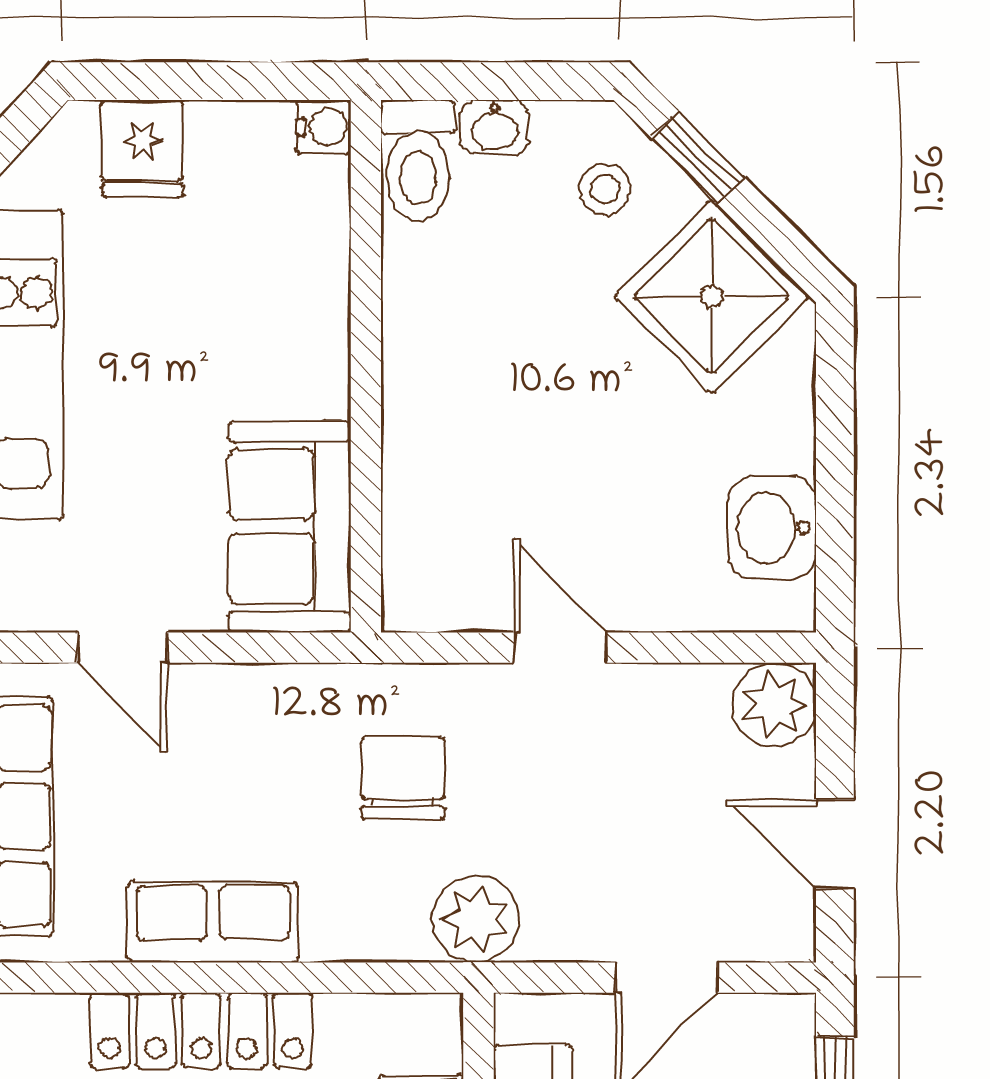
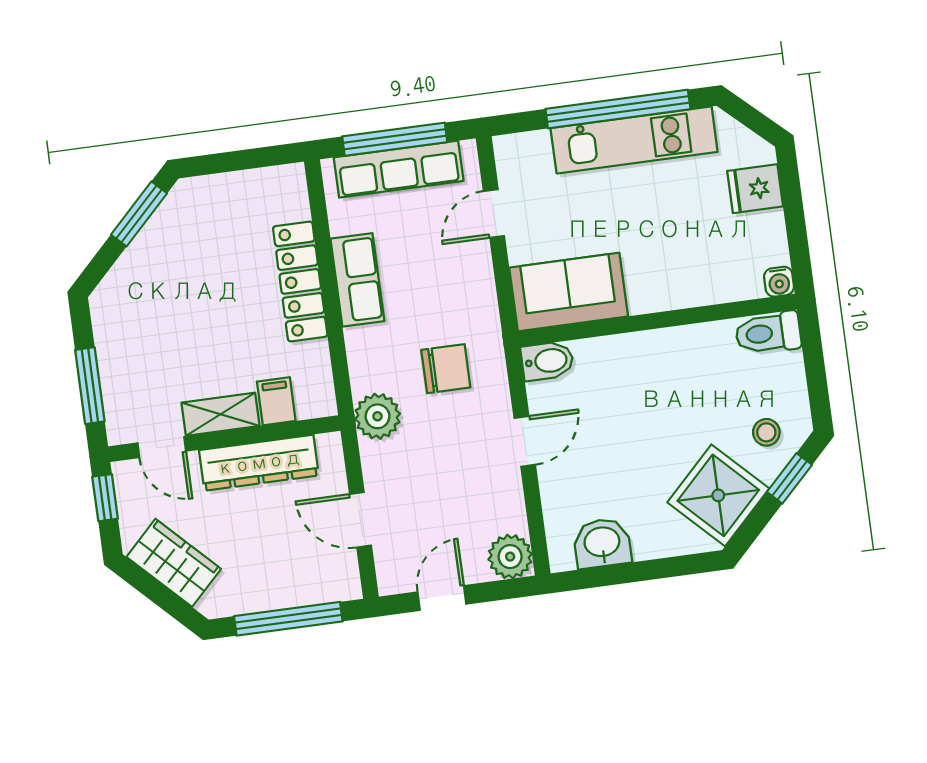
washbasin: (495, 127) -> (791, 371), removed
bidet: (414, 584) -> (547, 361), added

